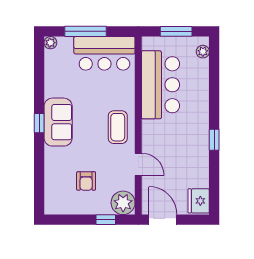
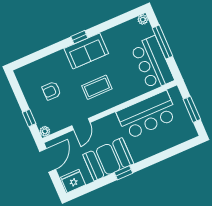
plant: (203, 52) -> (185, 136), removed
coffee table: (118, 127) -> (97, 87), moved
booth: (191, 151) -> (108, 159), added
plant: (123, 203) -> (45, 131), width x0.53, depth x0.53

